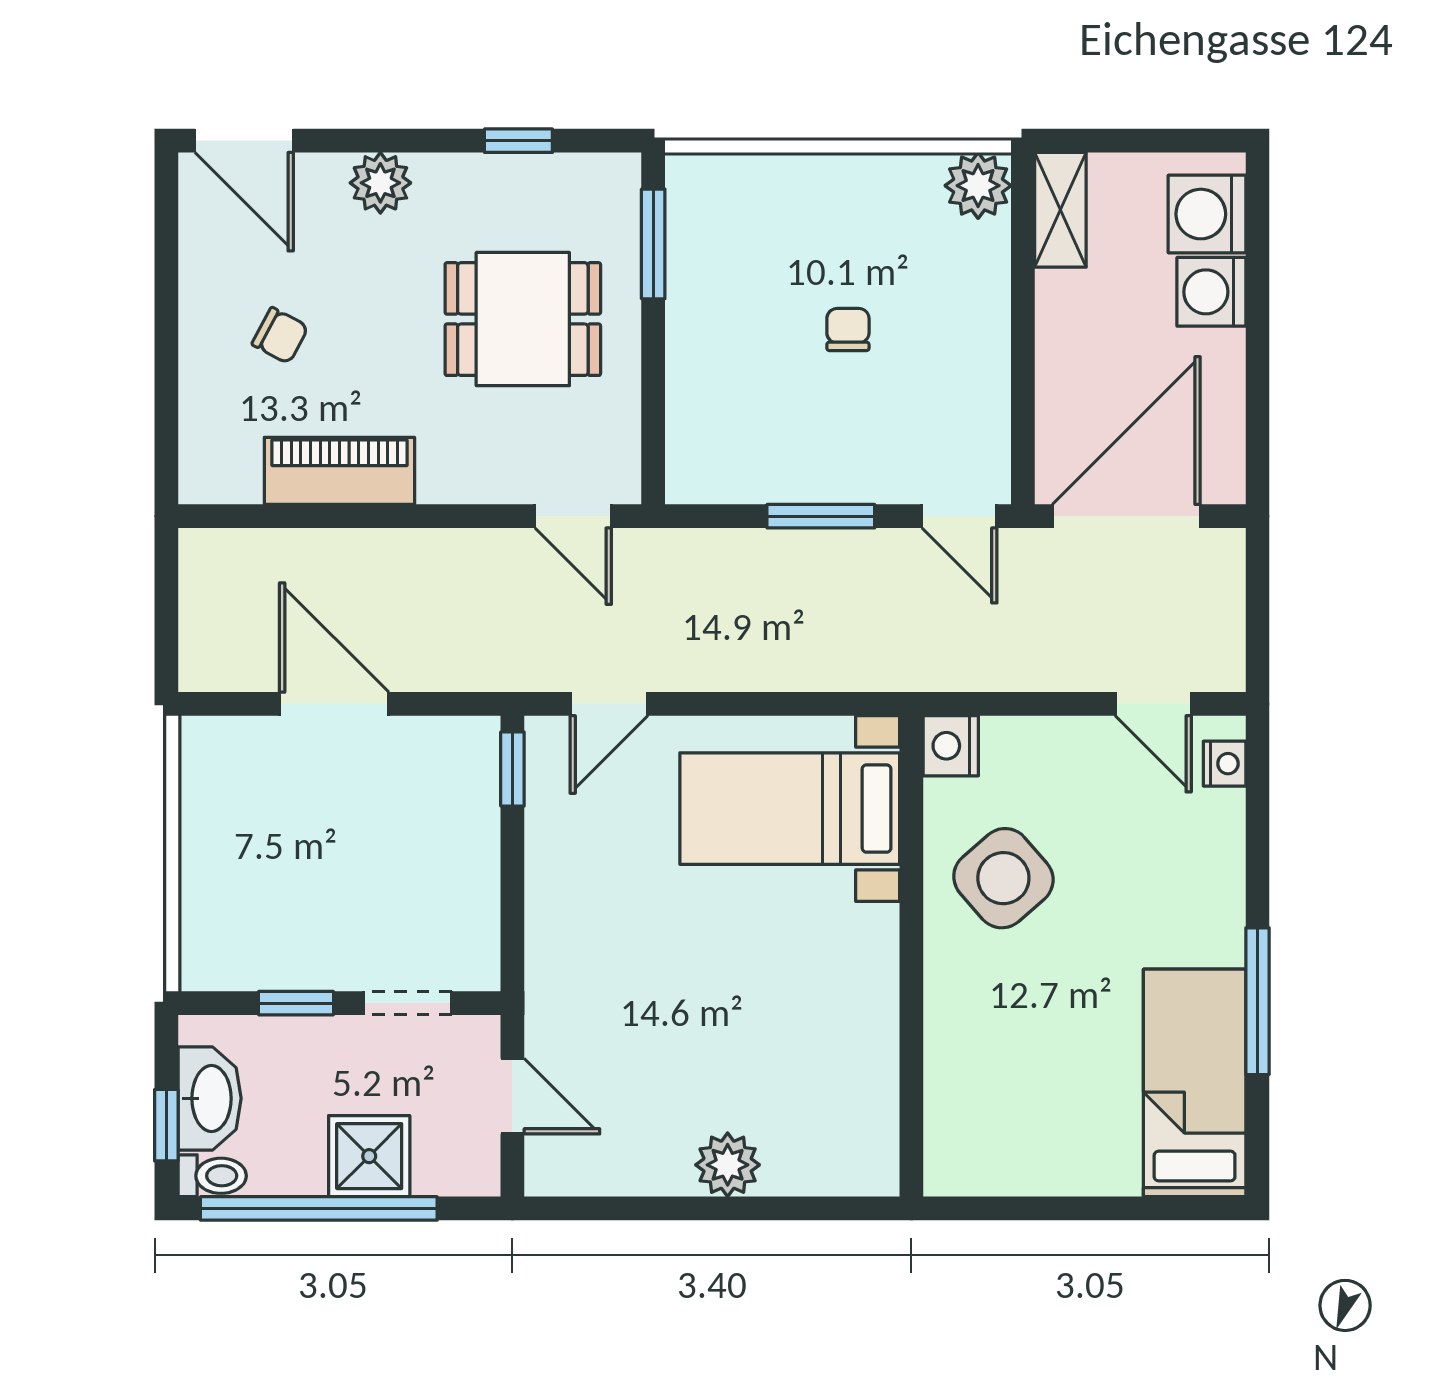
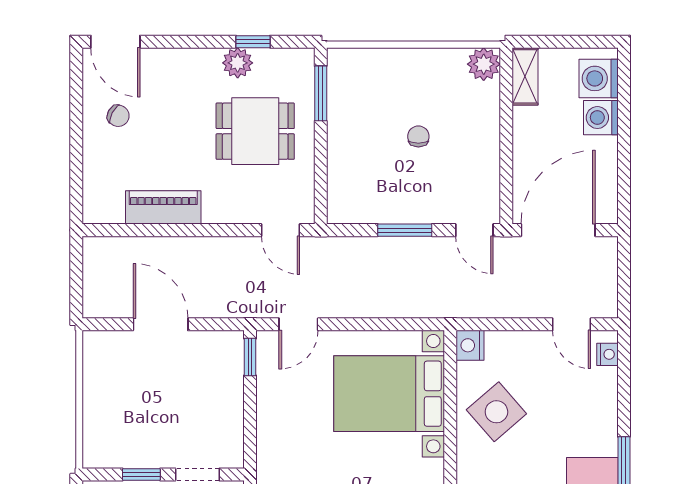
plant: (380, 183) -> (238, 63), moved
chair: (280, 336) -> (118, 116), moved
bed with nightstands: (790, 809) -> (389, 394), width x1.36

